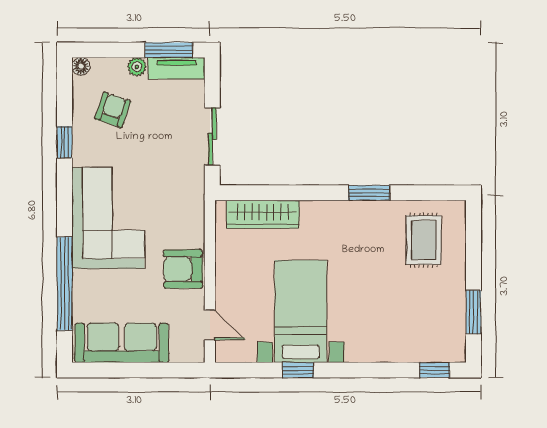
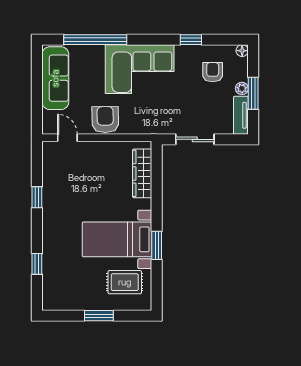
window: (169, 50) -> (253, 93), moved
armchair: (113, 110) -> (213, 72), turned -109
bed with nightstands: (301, 311) -> (117, 239), moved, turned 180
window: (473, 312) -> (99, 316), moved
door: (210, 325) -> (67, 138), swing flipped
window: (435, 370) -> (37, 264), moved

